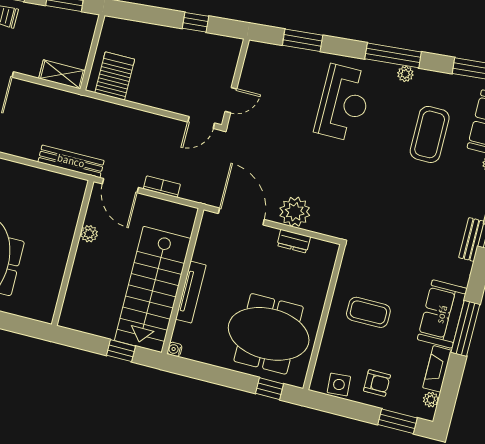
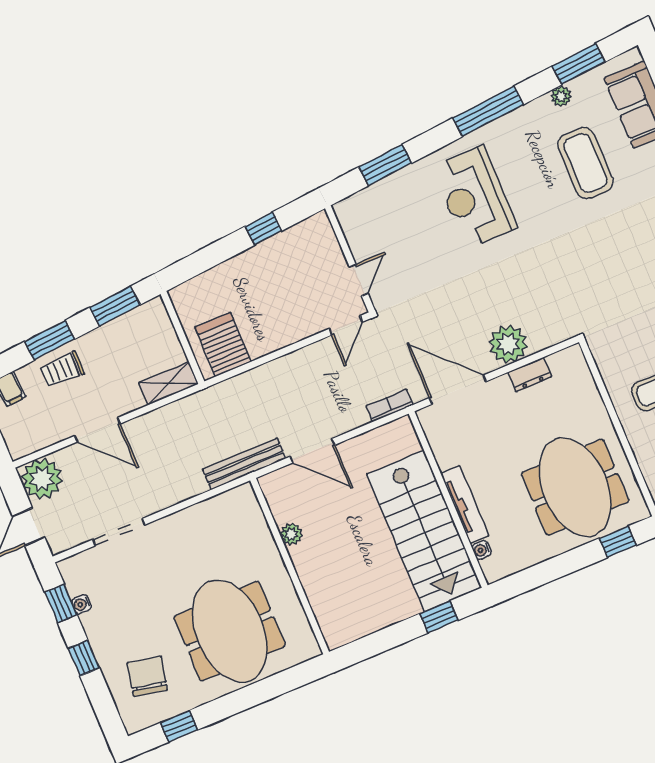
plant: (405, 74) -> (561, 96), moved
reception desk: (344, 103) -> (475, 197), turned 180
bookcase: (162, 187) -> (390, 405), moved
plant: (89, 234) -> (291, 534), moved
wall: (73, 253) -> (290, 566), moved
meeting table: (269, 334) -> (575, 487), turned 90
water cooler: (175, 349) -> (482, 550), moved

